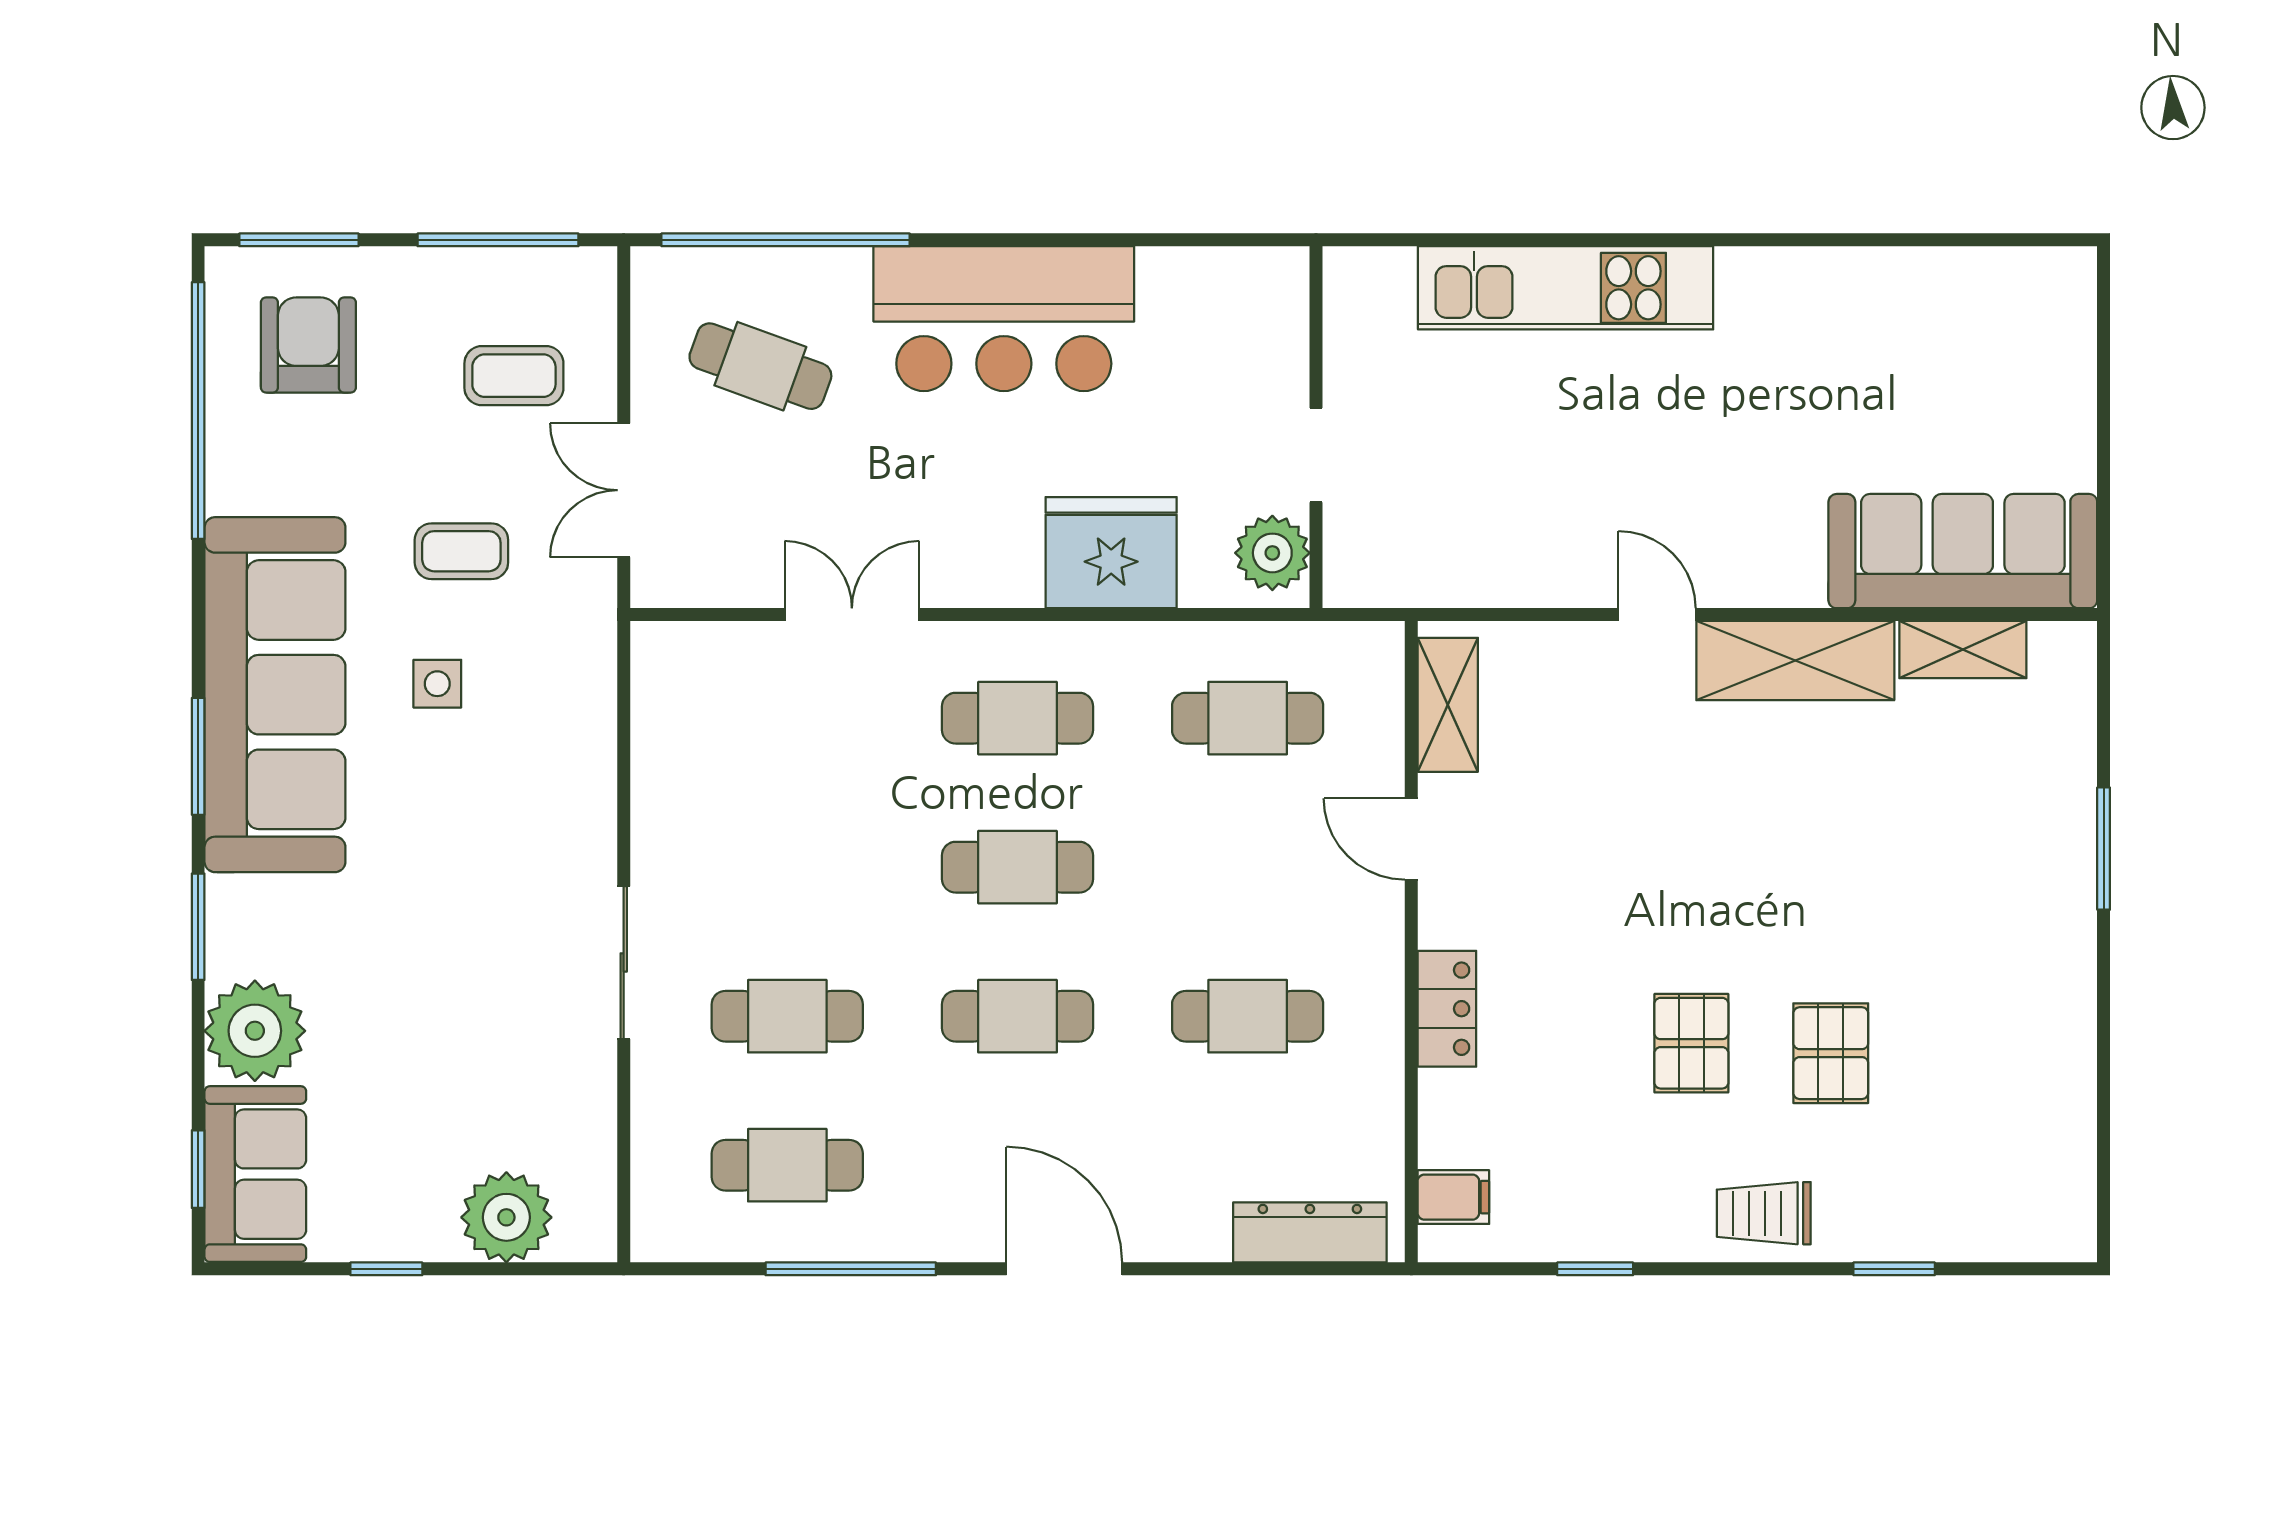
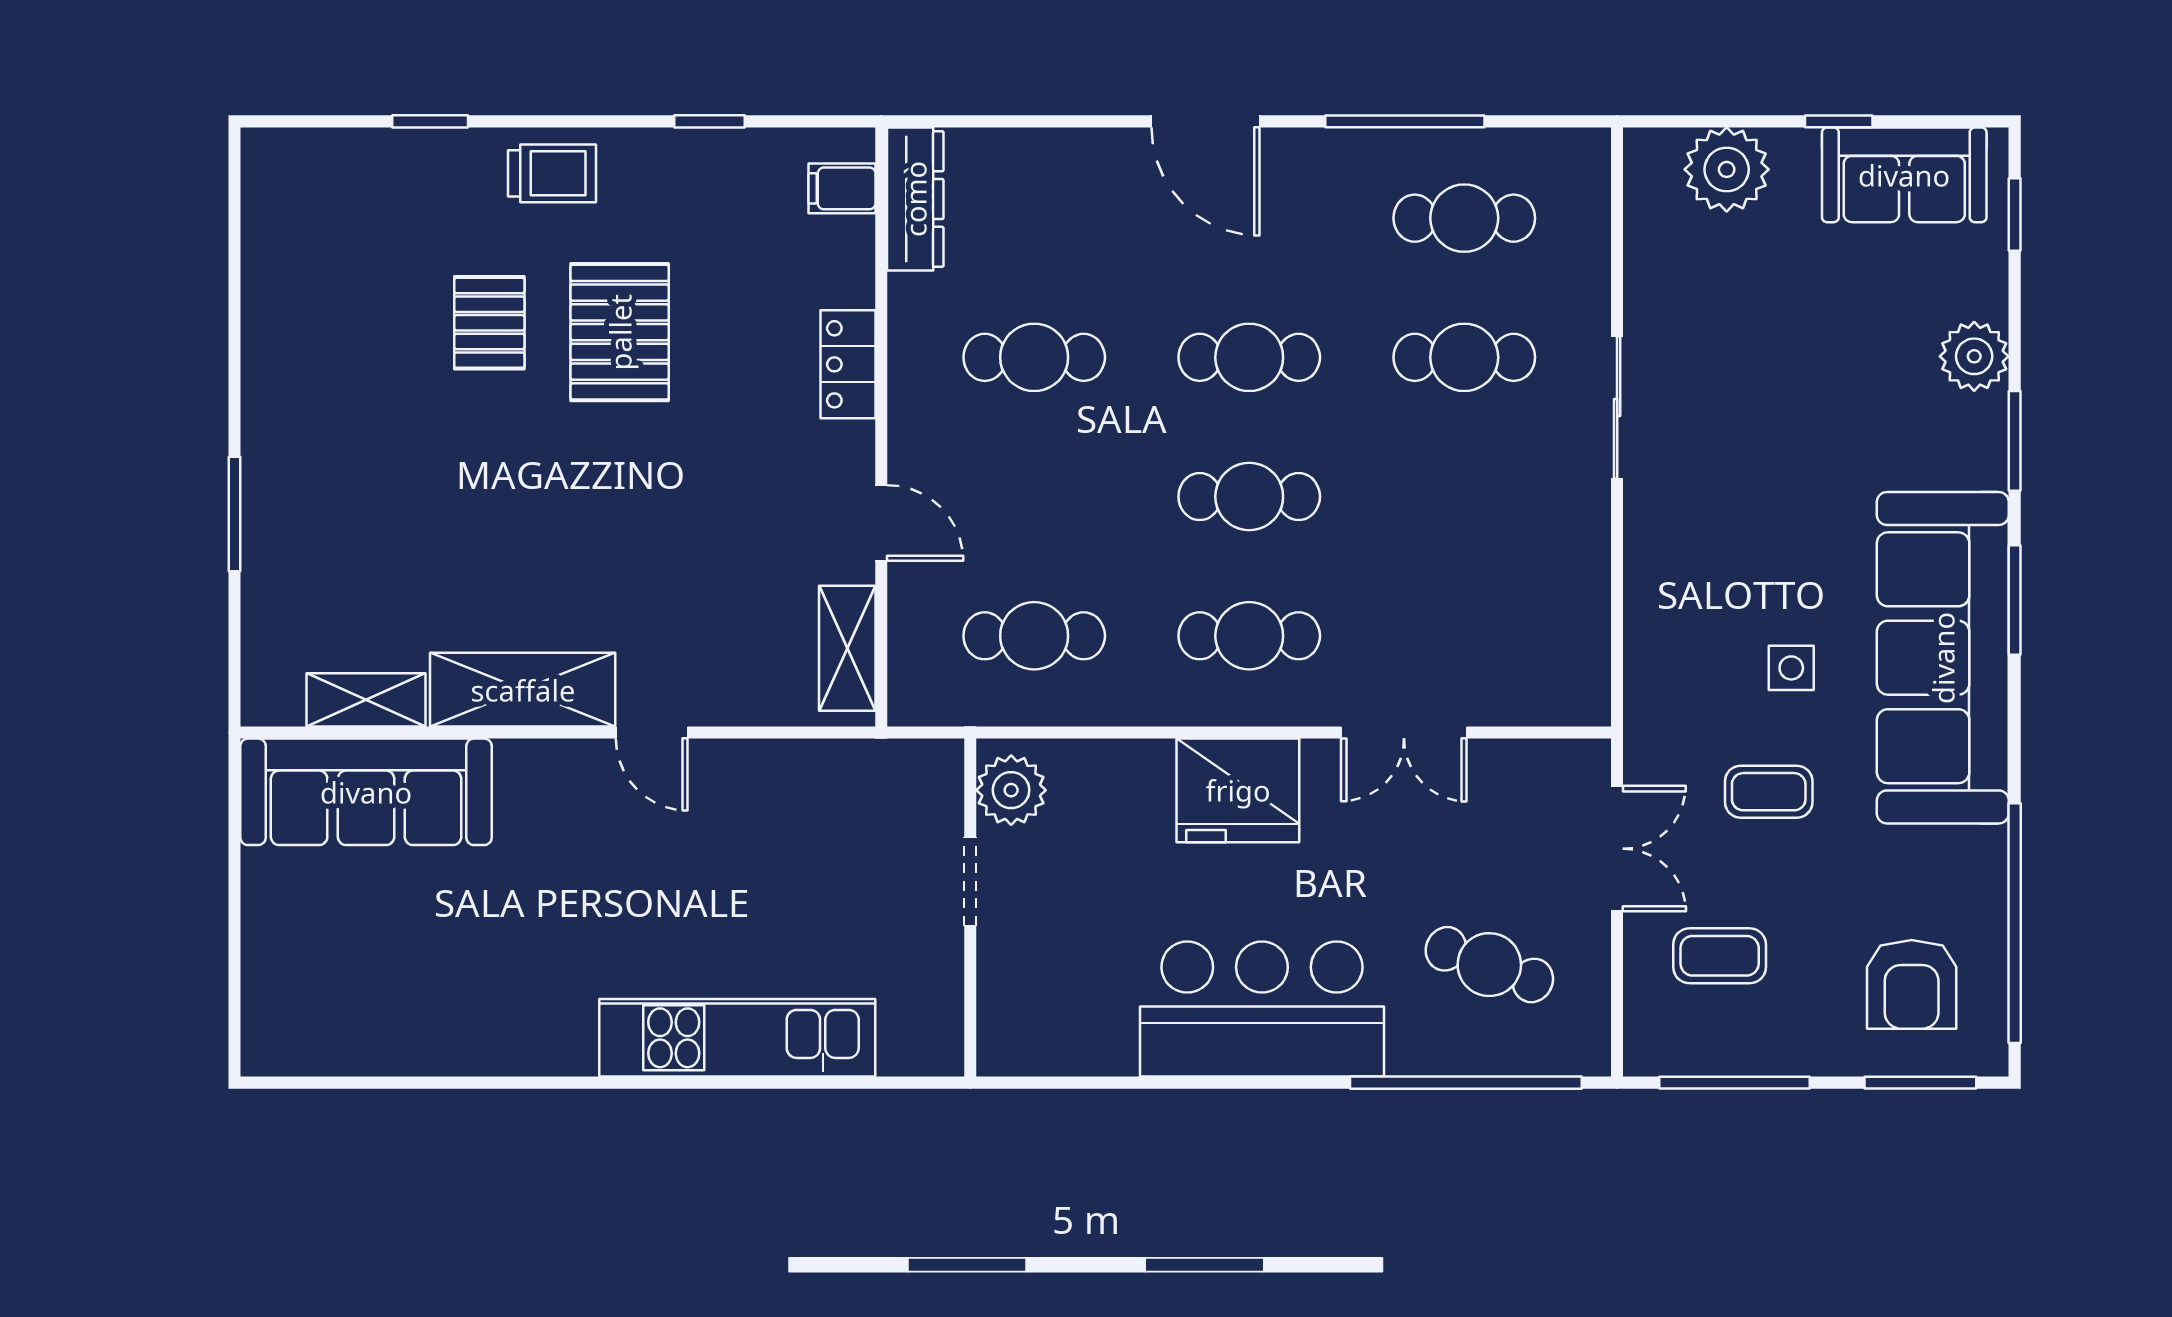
fridge: (1111, 553) -> (1238, 790), moved
plant: (255, 1031) -> (1974, 356), width x0.73, depth x0.73
pallet: (1691, 1043) -> (620, 332), width x1.50, depth x1.42
sofa: (255, 1174) -> (1904, 175), moved, turned -90
dresser: (1310, 1232) -> (915, 199), moved, turned -90

